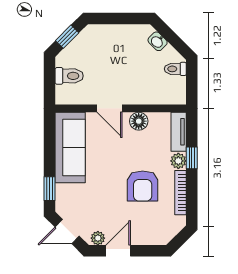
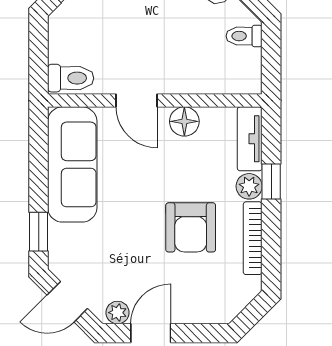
toilet: (69, 76) -> (71, 78), moved

